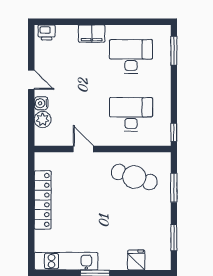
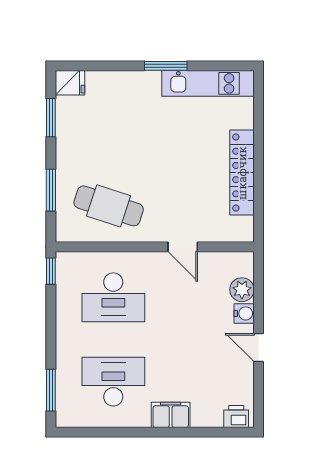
desk: (131, 56) -> (113, 382), turned 180
fridge: (136, 260) -> (70, 83), moved, turned -90

